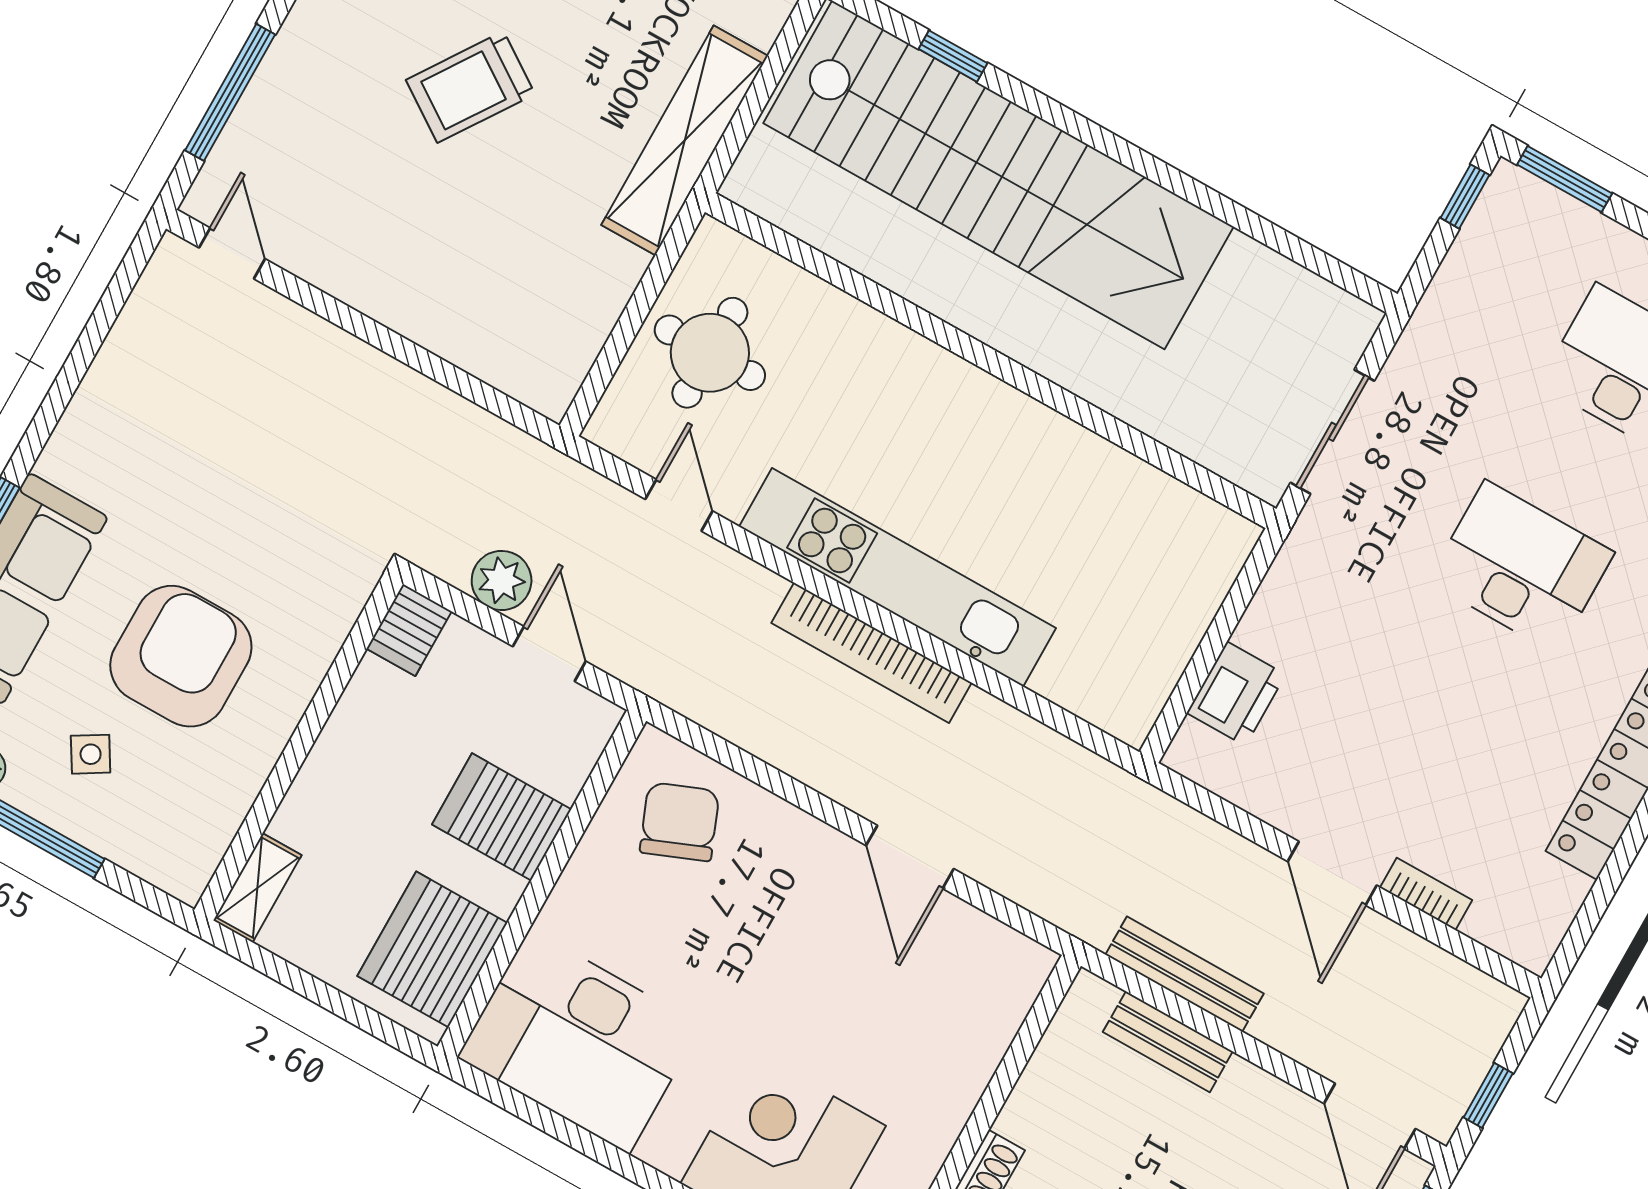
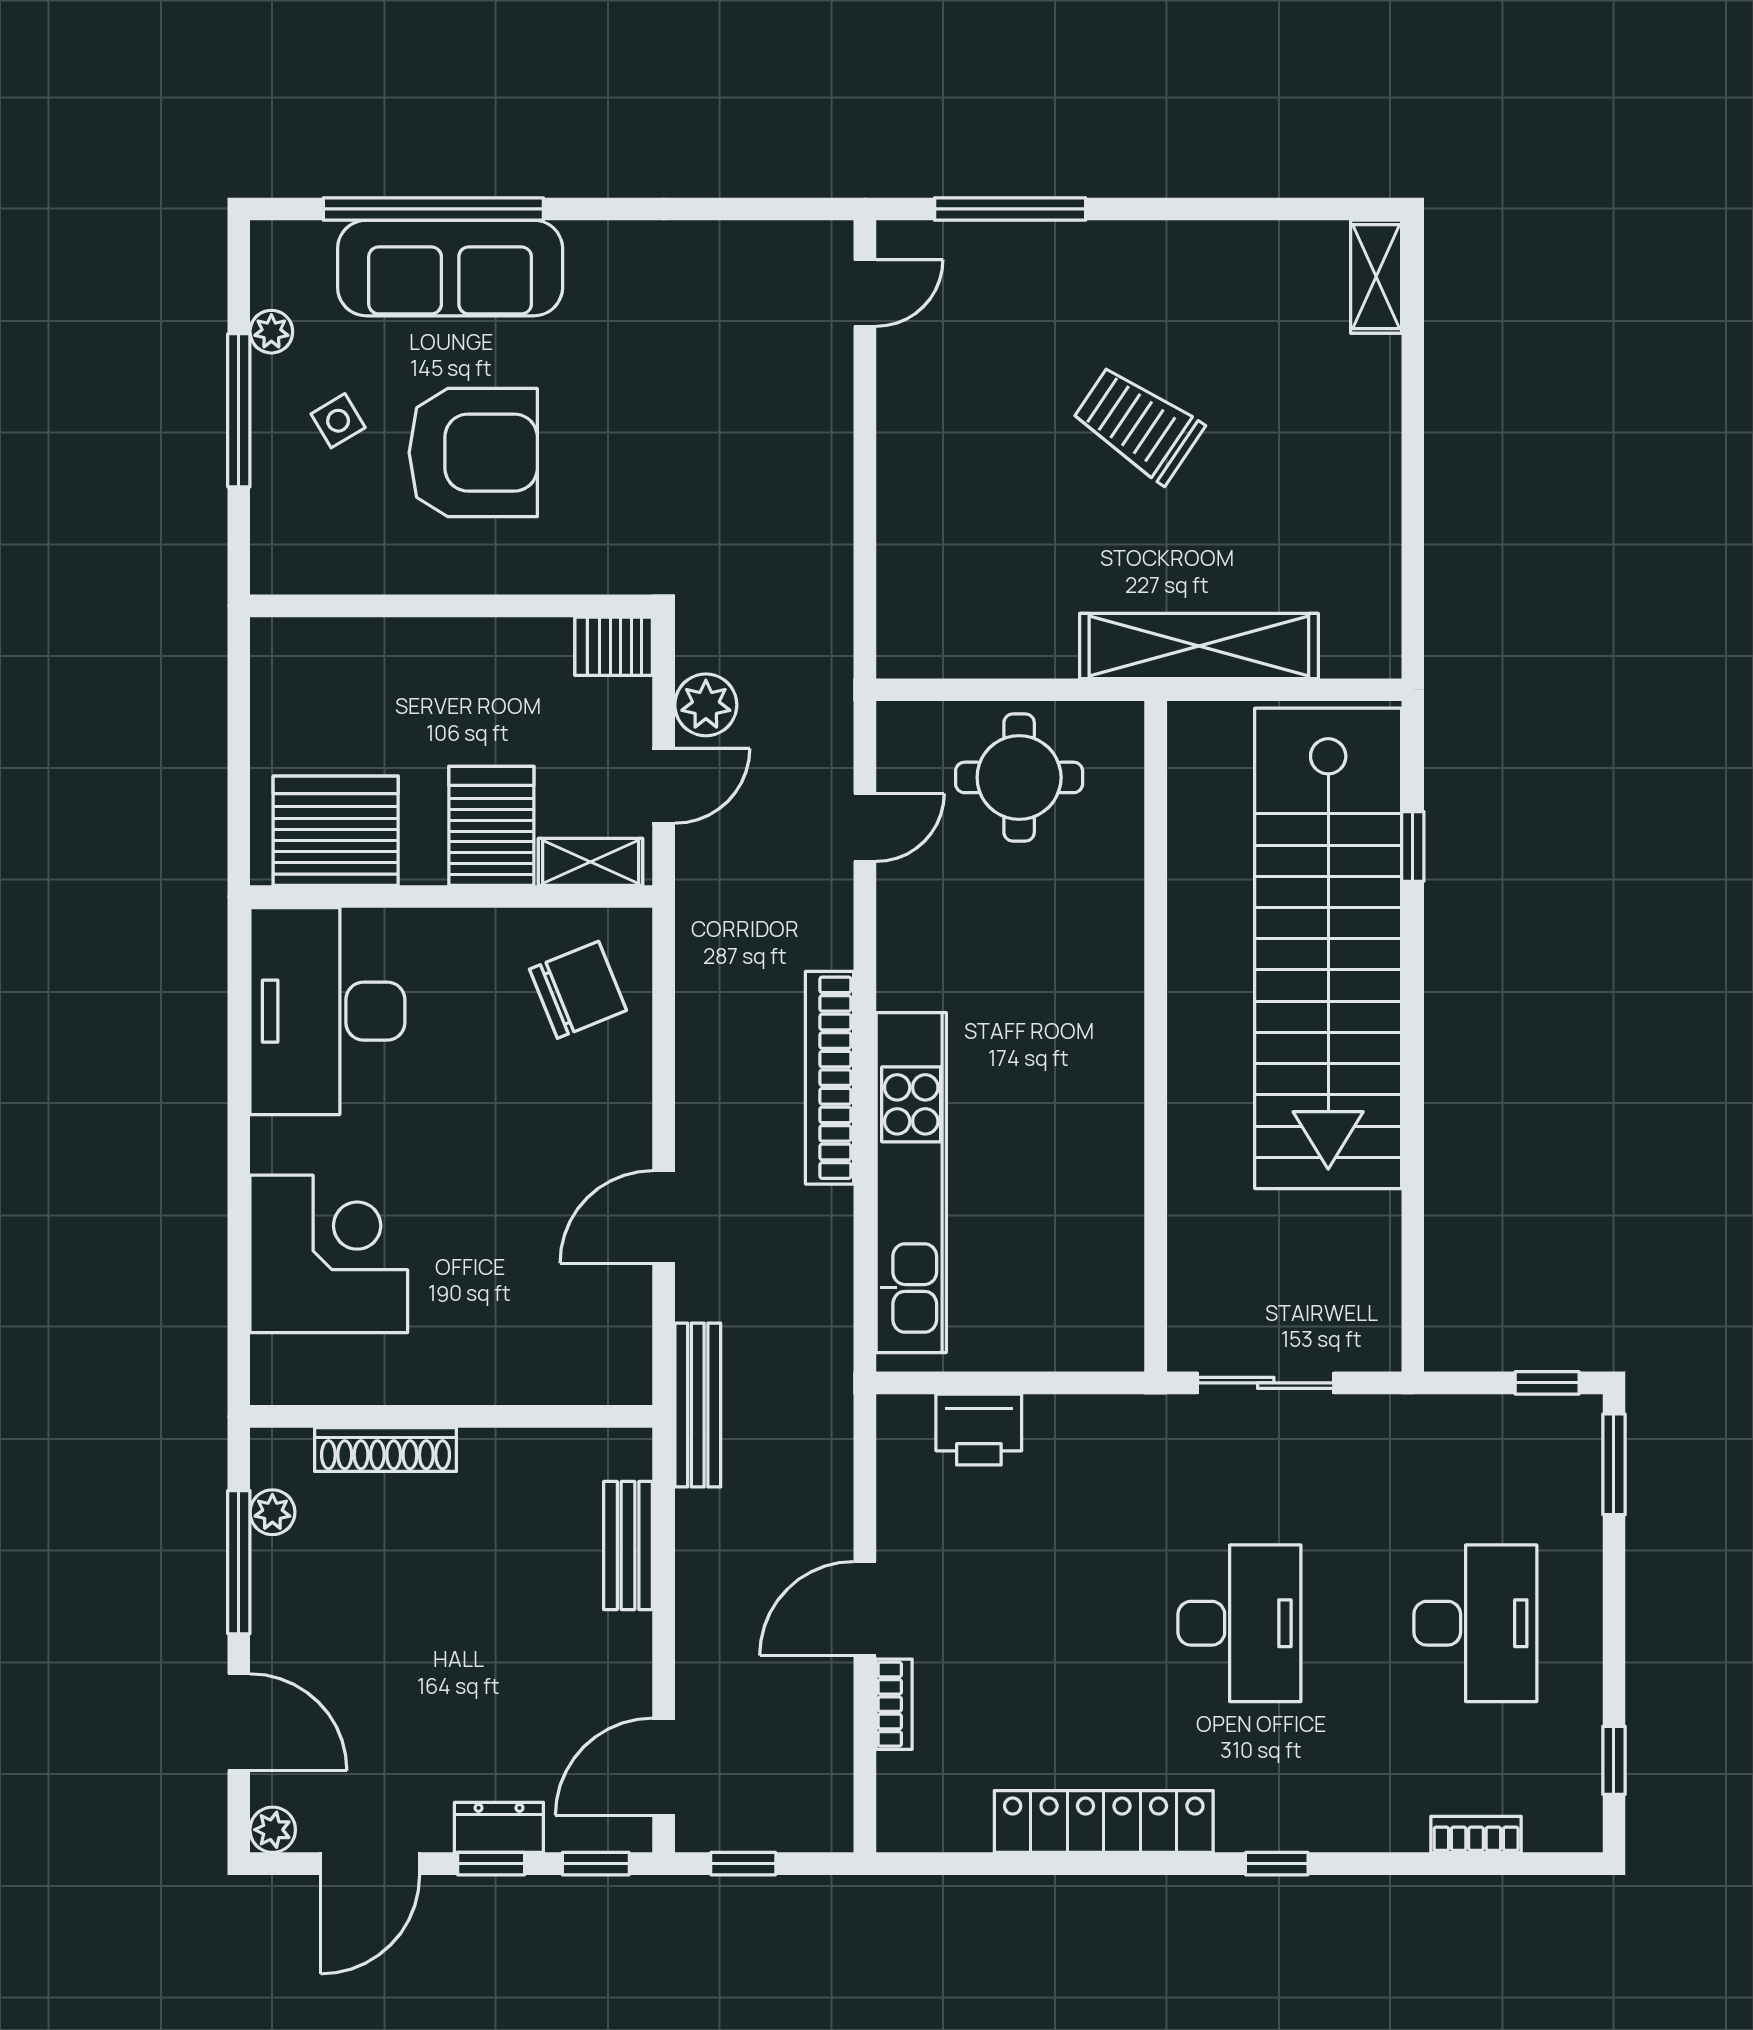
kitchen unit: (898, 577) -> (911, 1183), moved
shelving: (258, 888) -> (591, 862), moved
bench: (1184, 974) -> (698, 1405), moved

